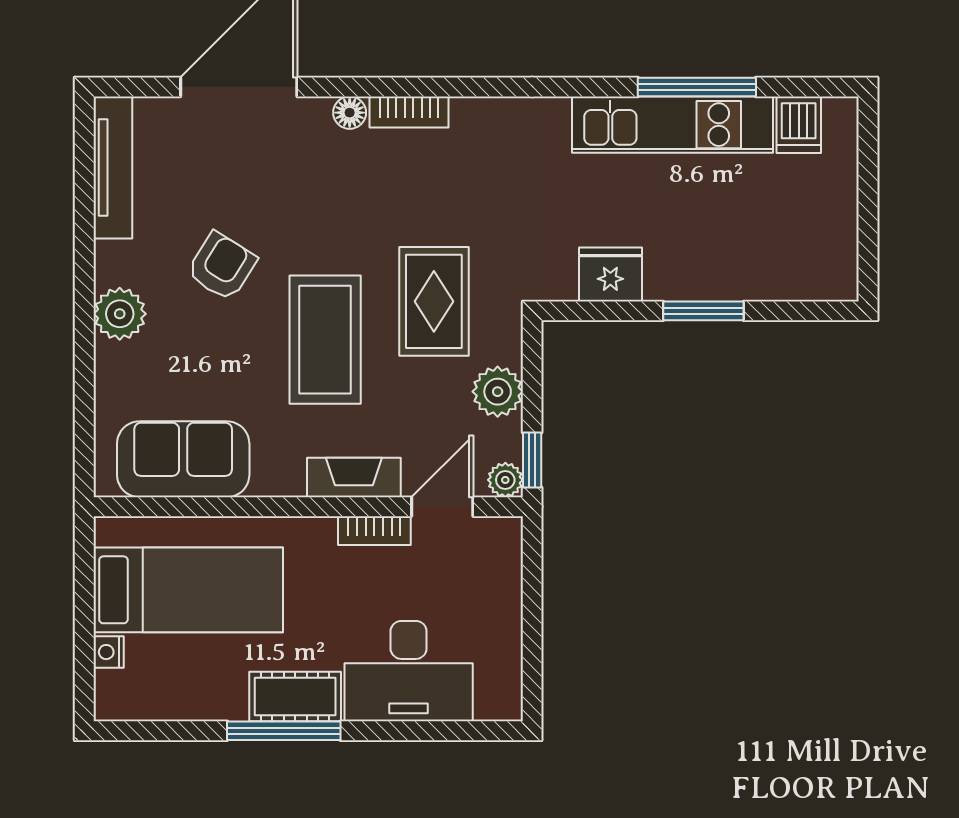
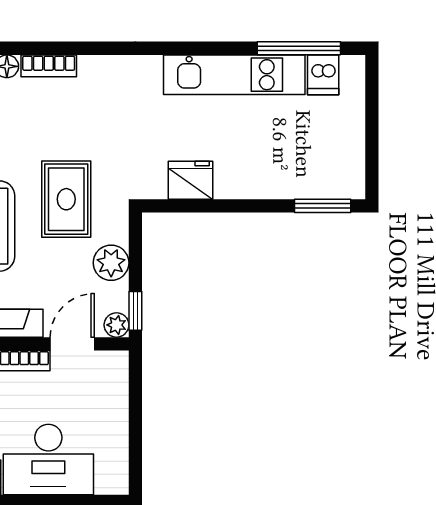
window: (697, 87) -> (299, 48), moved
window: (703, 311) -> (323, 206), moved

